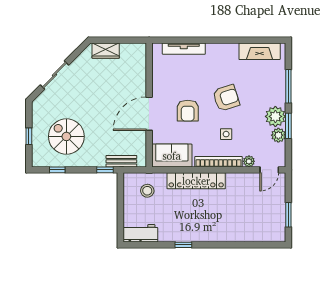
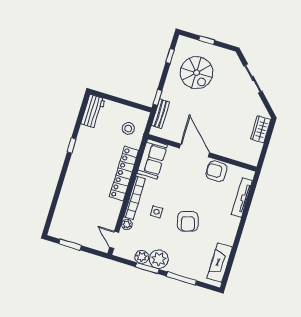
armchair: (188, 111) -> (217, 171), moved
spiral stairs: (66, 136) -> (197, 73), turned 90

